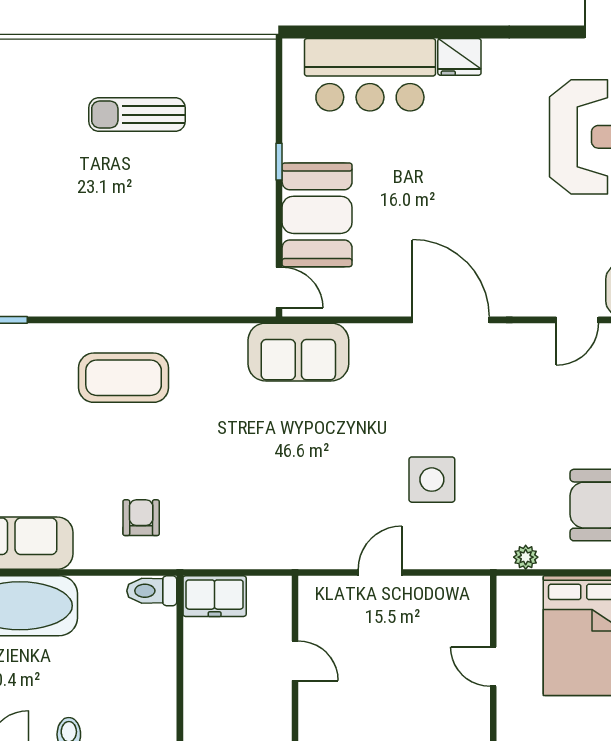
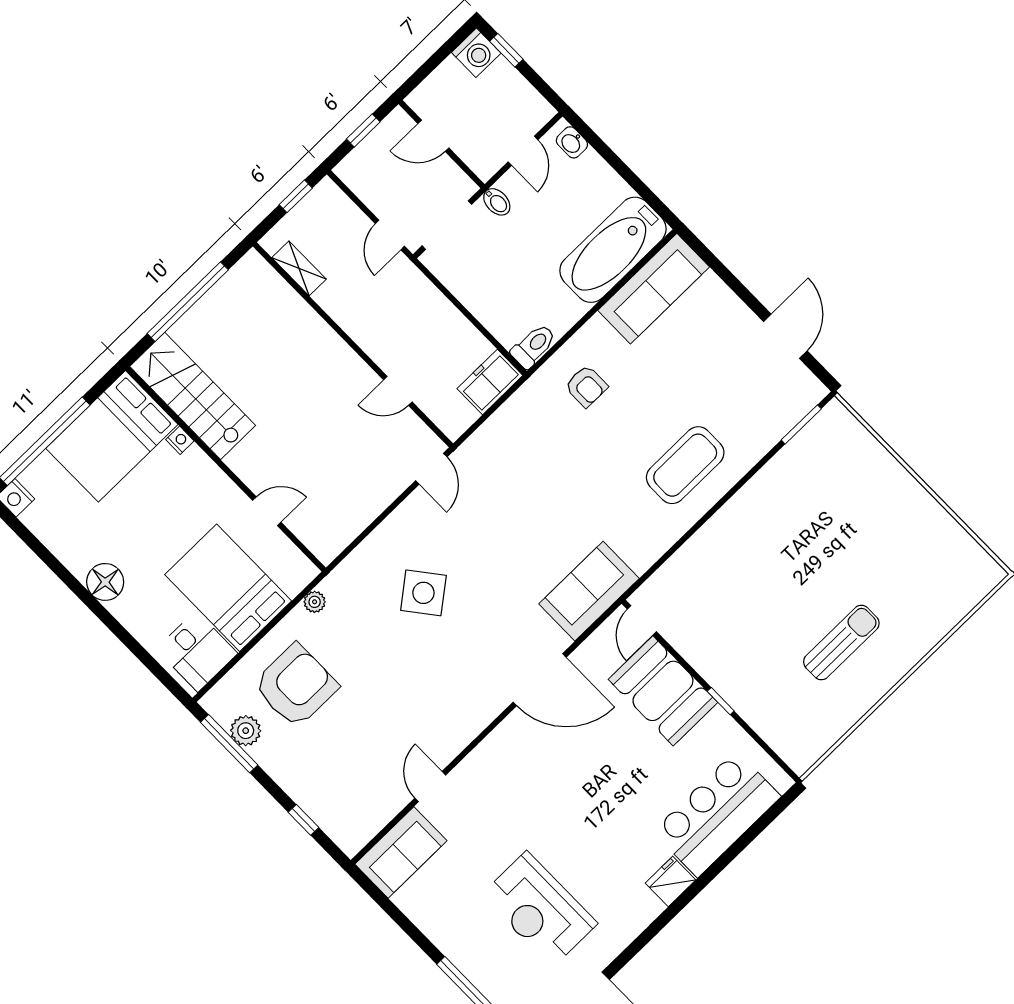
door: (279, 287) -> (642, 620), hinge flipped
door: (451, 320) -> (540, 680), moved
side table: (432, 480) -> (423, 593), turned -38
door: (380, 572) -> (431, 469), moved

